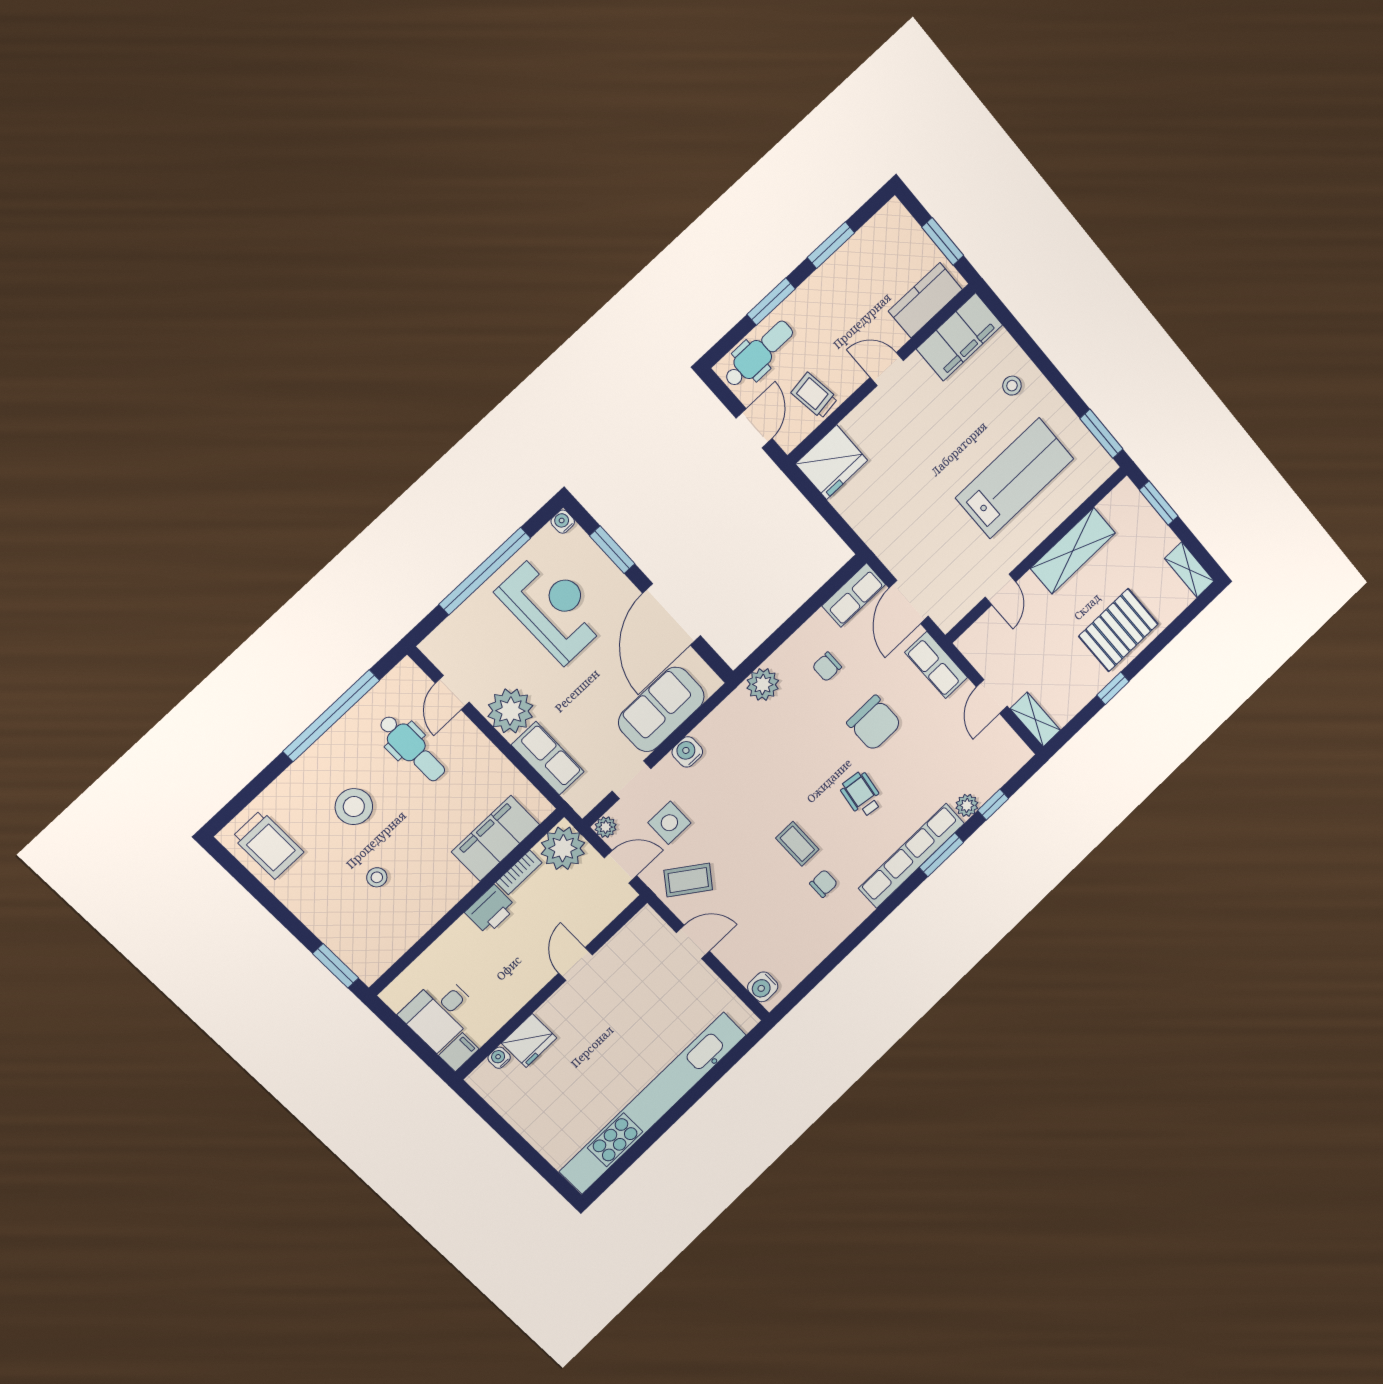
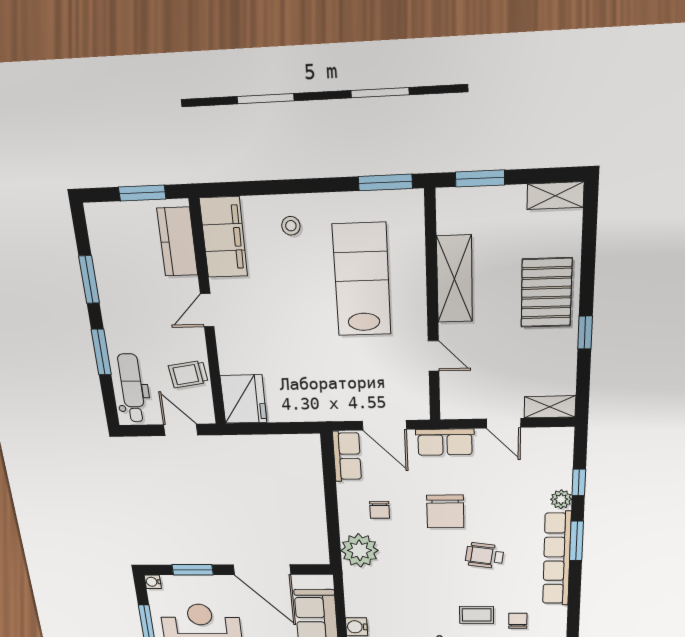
plant: (763, 684) -> (359, 550), width x1.36, depth x1.36
chair: (874, 723) -> (445, 511), turned 90

